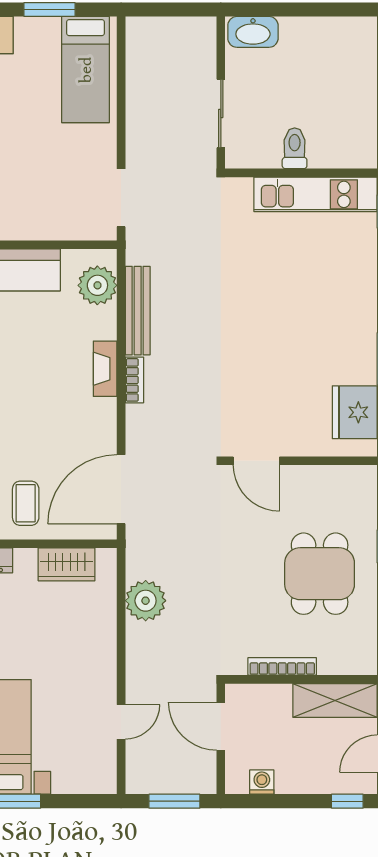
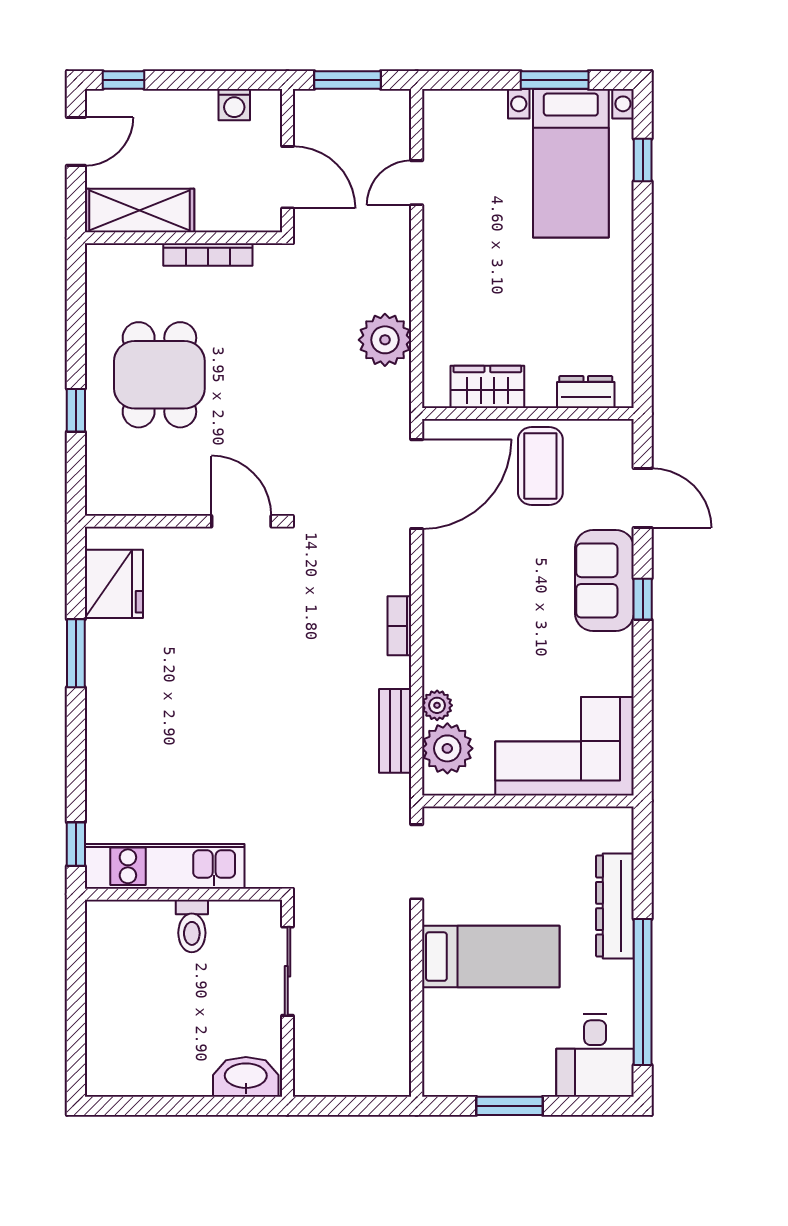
bed: (86, 70) -> (491, 957), moved, turned 90
bench: (138, 311) -> (395, 731), width x0.73
plant: (105, 319) -> (437, 705), added
fireplace: (105, 369) -> (437, 640), removed
coffee table: (26, 503) -> (540, 466), width x1.36, depth x1.30

